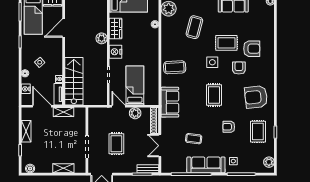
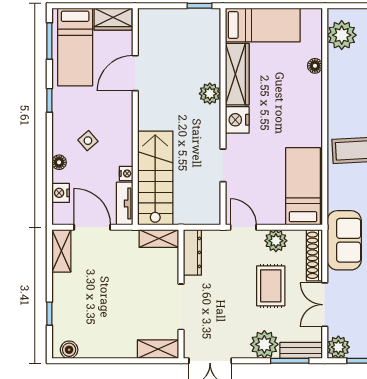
wardrobe: (116, 29) -> (237, 74), width x1.50
bed: (135, 85) -> (303, 186), moved
sofa: (170, 102) -> (344, 240), moved
shelving: (64, 112) -> (159, 238), moved
dresser: (93, 119) -> (192, 252), added
shelving: (26, 131) -> (61, 251), moved
rug: (116, 144) -> (271, 286), moved
plant: (129, 166) -> (264, 344), added
plant: (167, 167) -> (338, 347), added
shelving: (63, 168) -> (158, 349), moved

